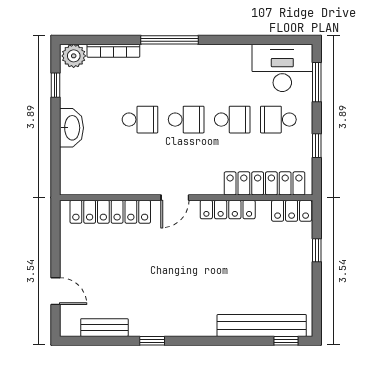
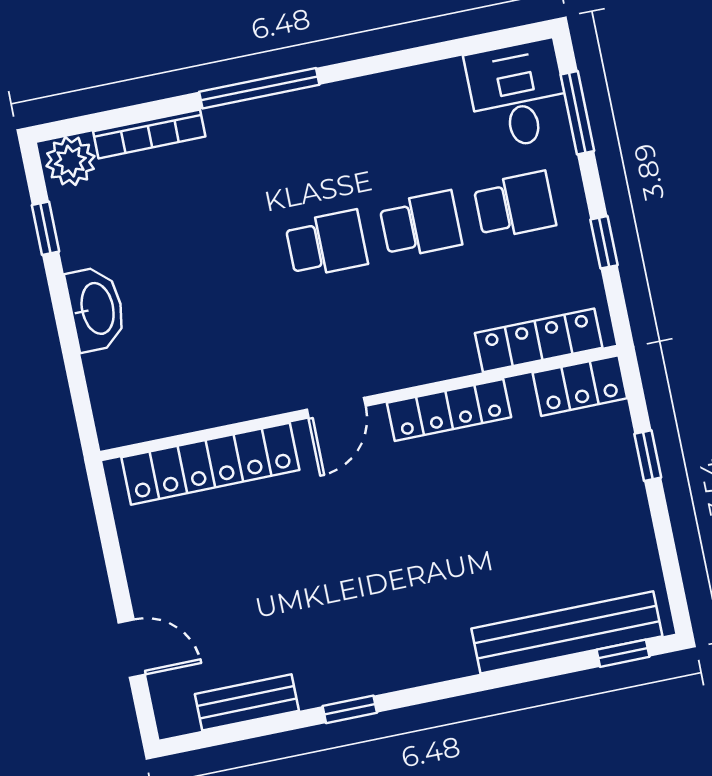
desk: (282, 68) -> (518, 95), width x0.73
school desk: (140, 120) -> (232, 263), removed
school desk: (278, 120) -> (515, 205), turned 180
locker: (265, 183) -> (539, 340), width x0.71, depth x0.83

